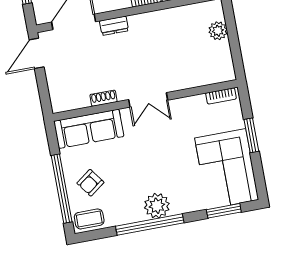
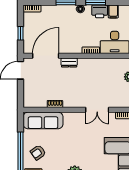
double door: (148, 100) -> (97, 110), moved

